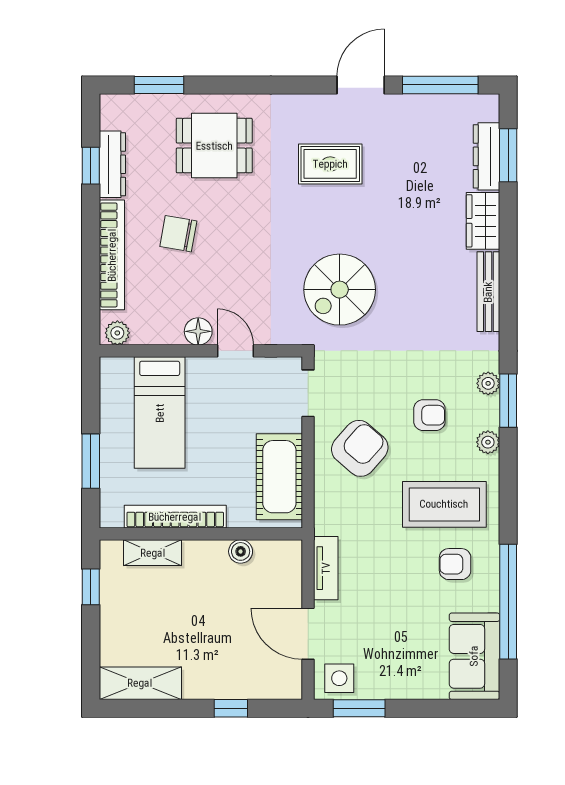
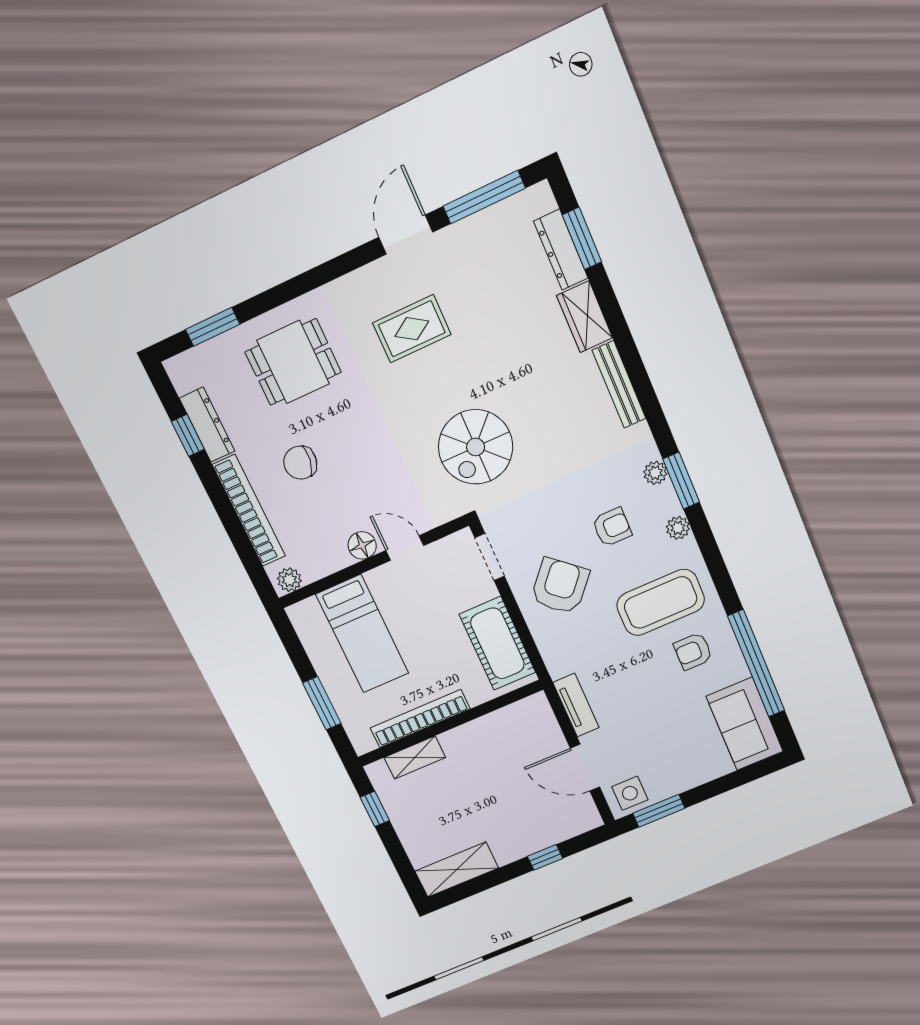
boiler: (241, 551) -> (493, 723), removed

